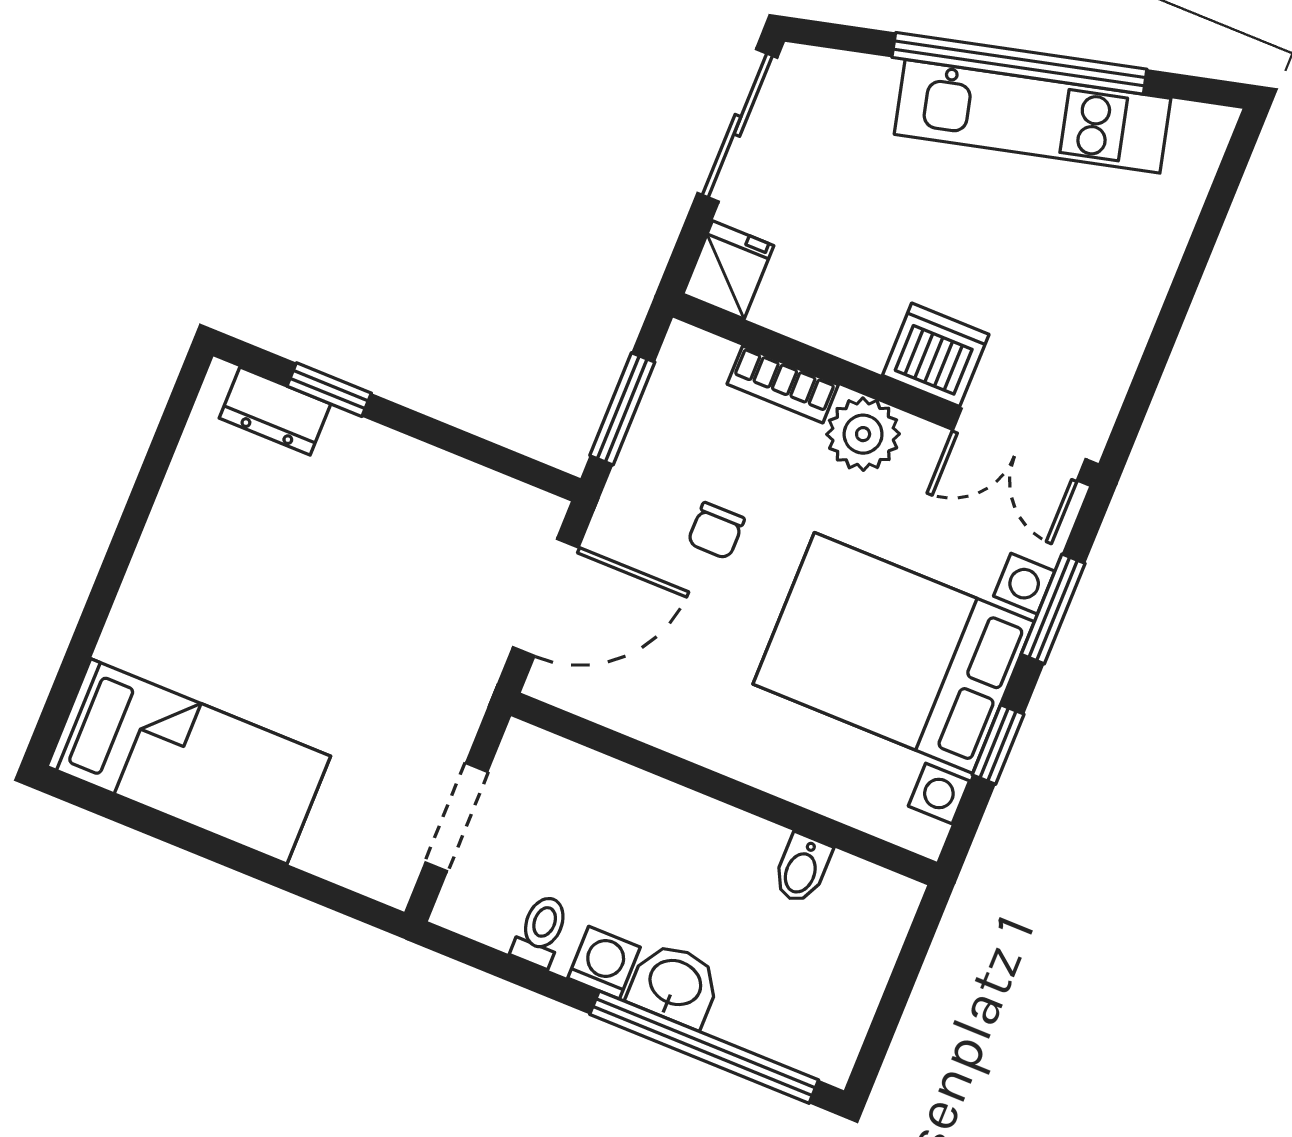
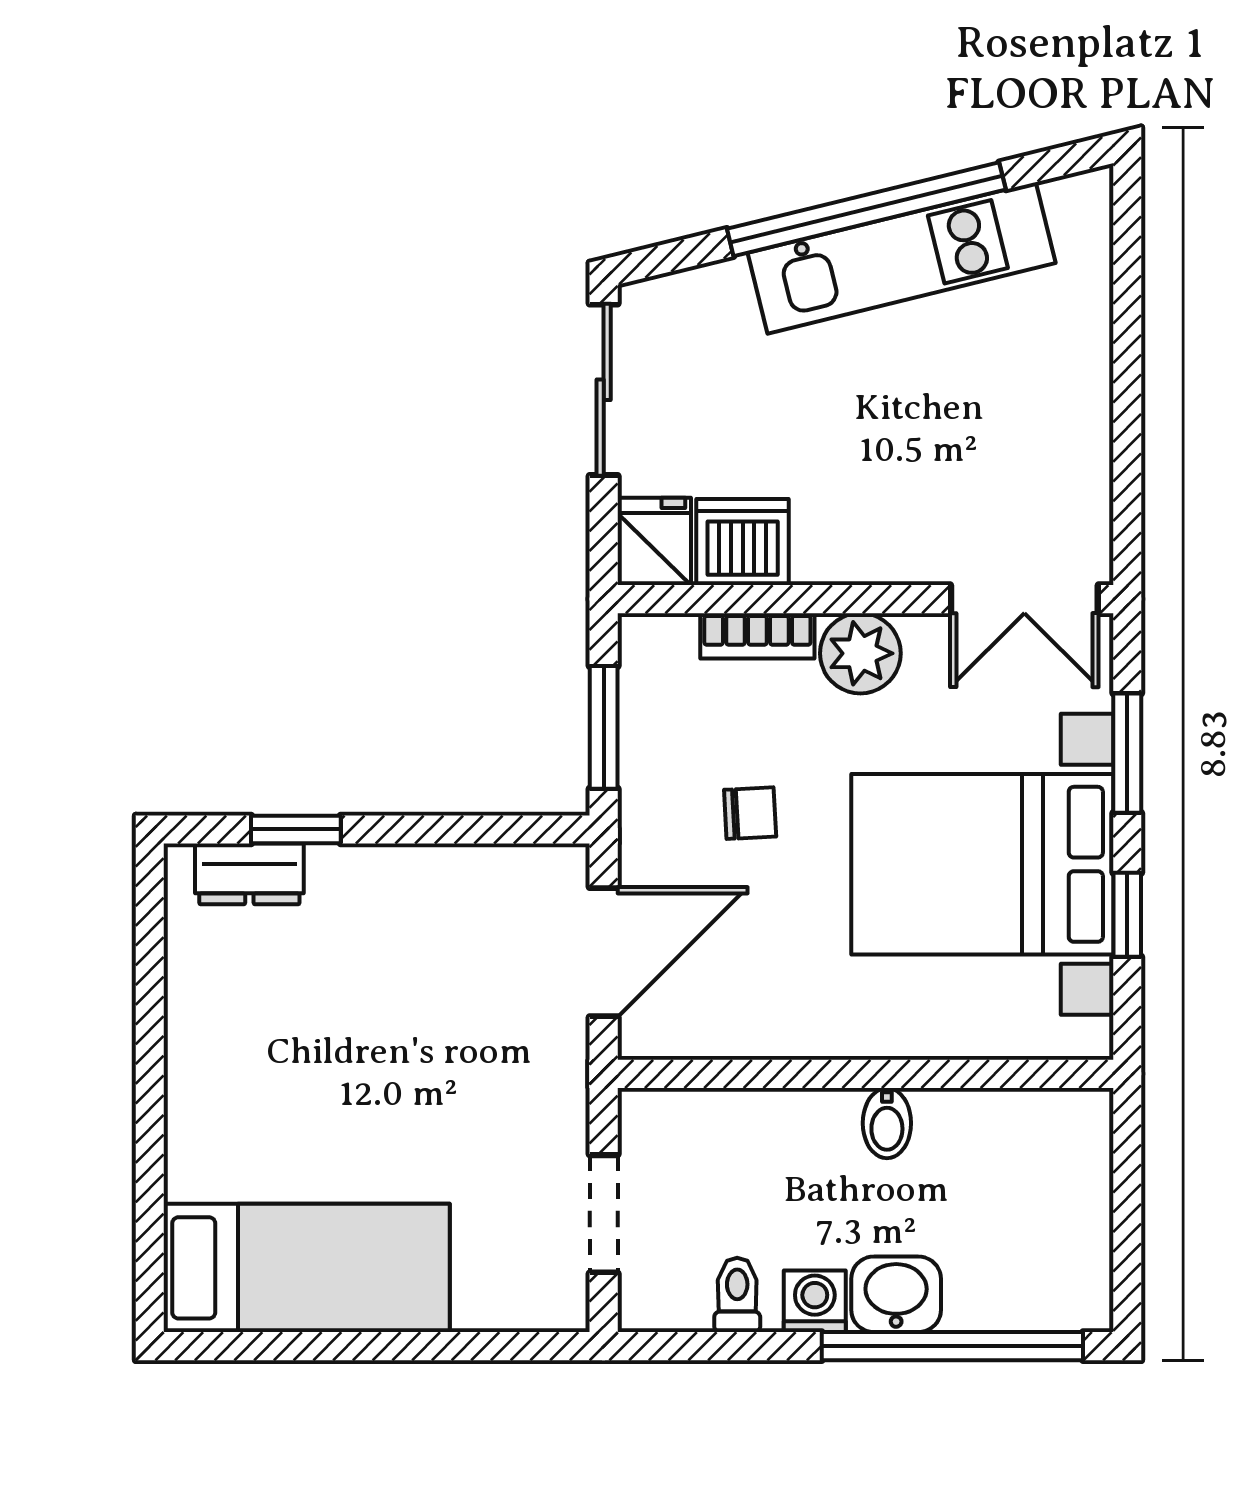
dishwasher: (936, 355) -> (743, 542), moved
chair: (716, 531) -> (750, 813), turned -93
bidet: (802, 869) -> (887, 1123), moved

